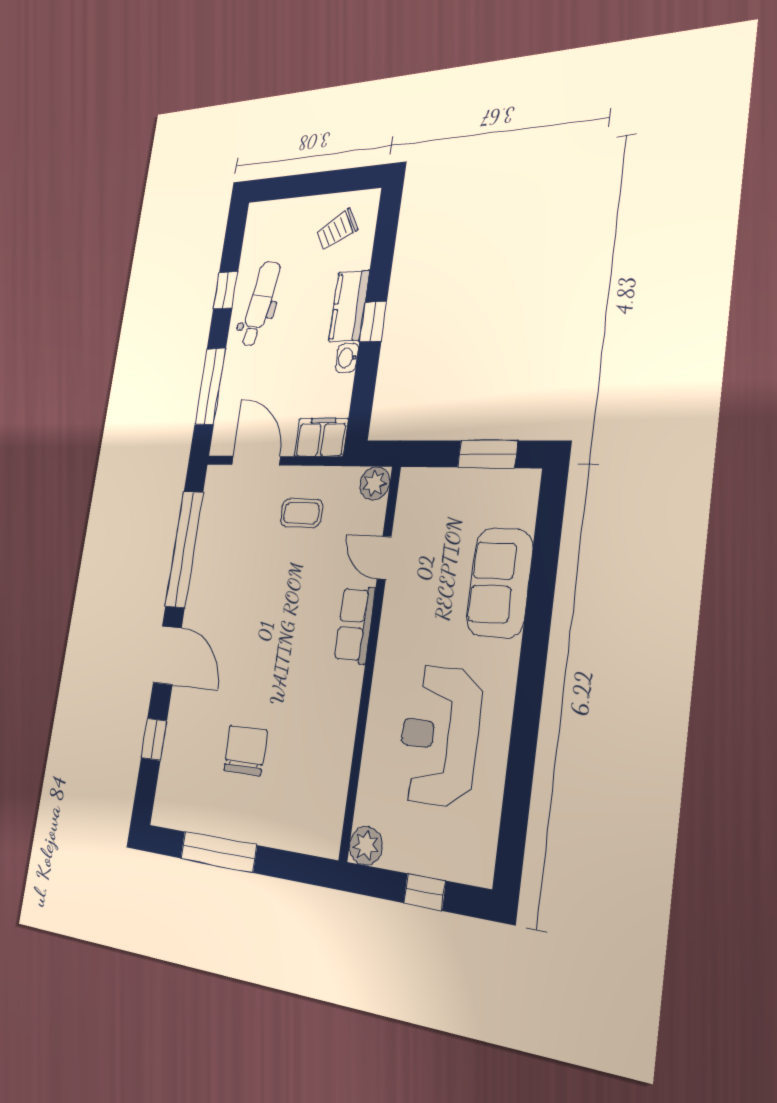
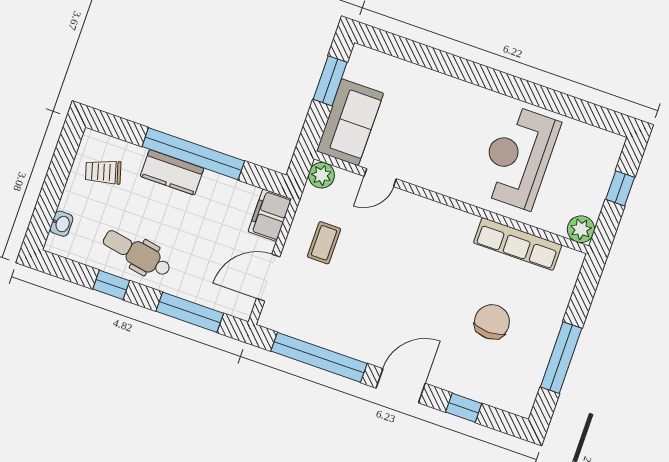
trolley: (337, 230) -> (103, 172), turned 103
window: (373, 322) -> (193, 154), width x3.17
washbasin: (347, 358) -> (61, 224), moved, turned -90
sofa: (500, 583) -> (350, 122), moved, turned -90
row of seats: (355, 625) -> (518, 244), moved, width x1.48
reception desk: (439, 736) -> (518, 157), turned 90
chair: (245, 751) -> (492, 322), turned 90

